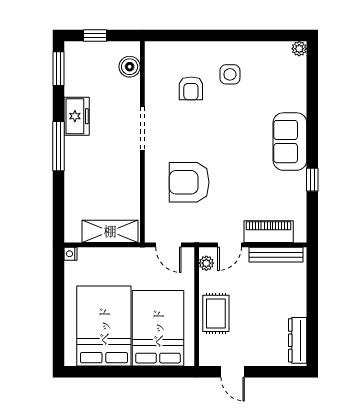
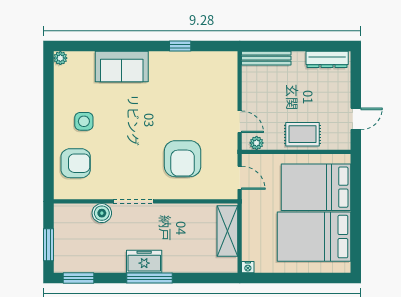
window: (95, 36) -> (48, 245), width x1.50
boiler: (130, 67) -> (102, 213), moved
armchair: (191, 88) -> (76, 163), moved, width x1.38, depth x1.38
freezer: (77, 116) -> (144, 262), moved
sofa: (290, 142) -> (122, 67), moved
piano: (269, 232) -> (228, 86), removed
door: (168, 245) -> (240, 178), hinge flipped
bench: (276, 255) -> (266, 58), moved, turned 90

